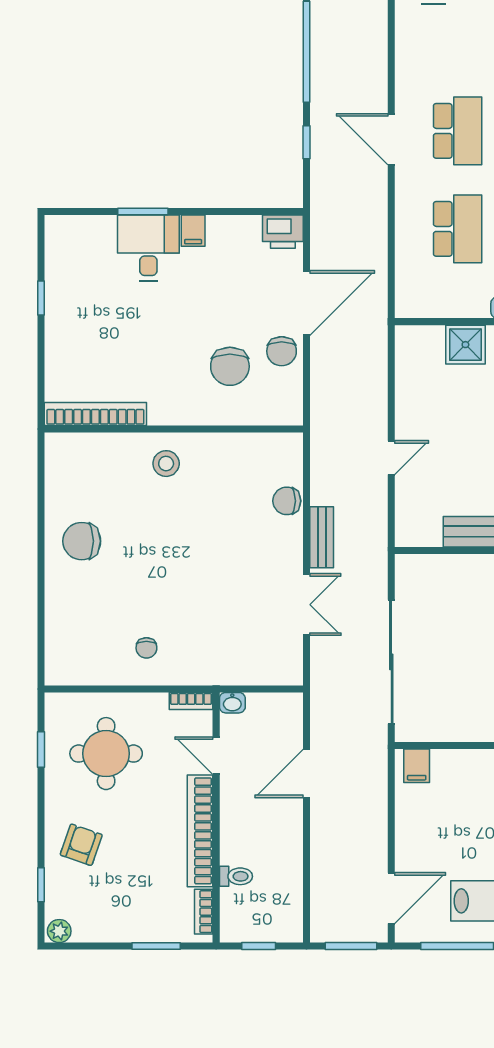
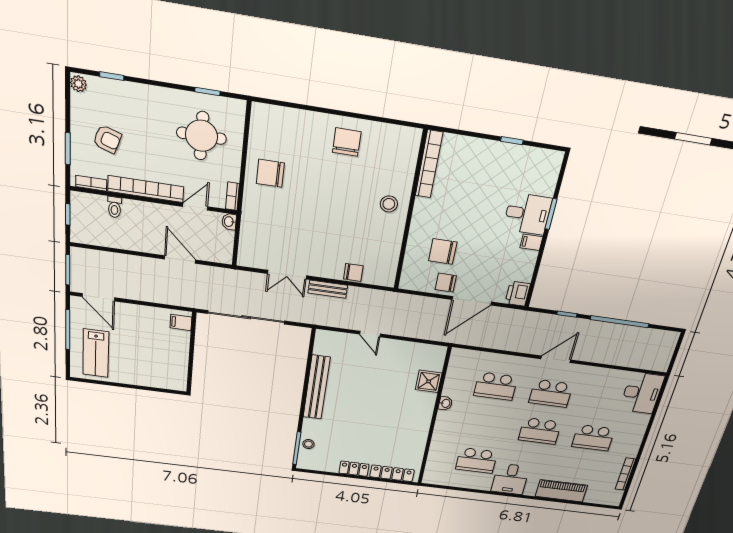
door: (307, 303) -> (472, 301), hinge flipped
chair: (287, 501) -> (353, 272), turned 90
chair: (146, 648) -> (270, 173), width x1.87, depth x1.87
armchair: (81, 845) -> (107, 139), moved

